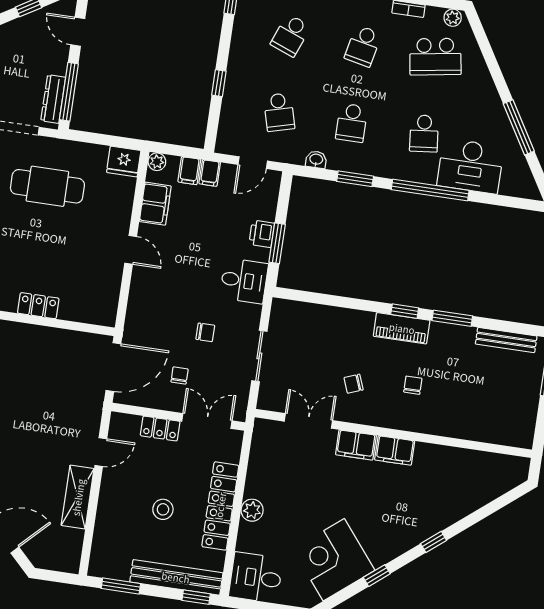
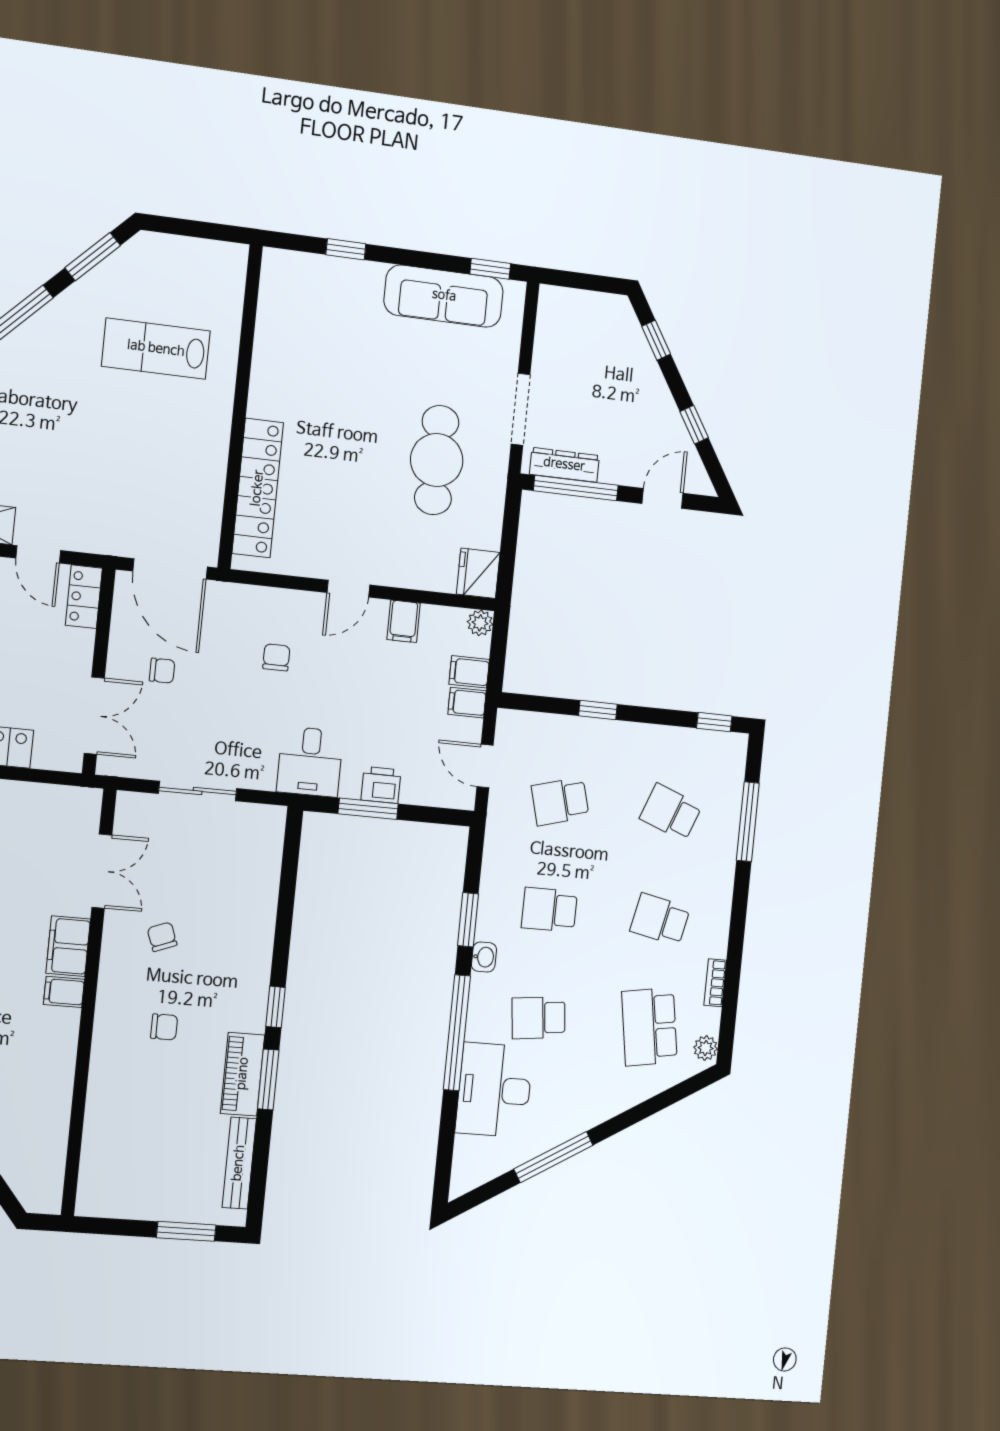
washbasin: (316, 160) -> (484, 957), moved
filing cabinet: (155, 204) -> (404, 621), width x0.50
locker: (38, 306) -> (258, 488), width x2.16, depth x1.21
piano: (402, 328) -> (243, 1074), moved
chair: (205, 332) -> (276, 657), moved, turned 180
locker: (160, 428) -> (84, 597), moved
filing cabinet: (395, 450) -> (64, 992), width x0.50

